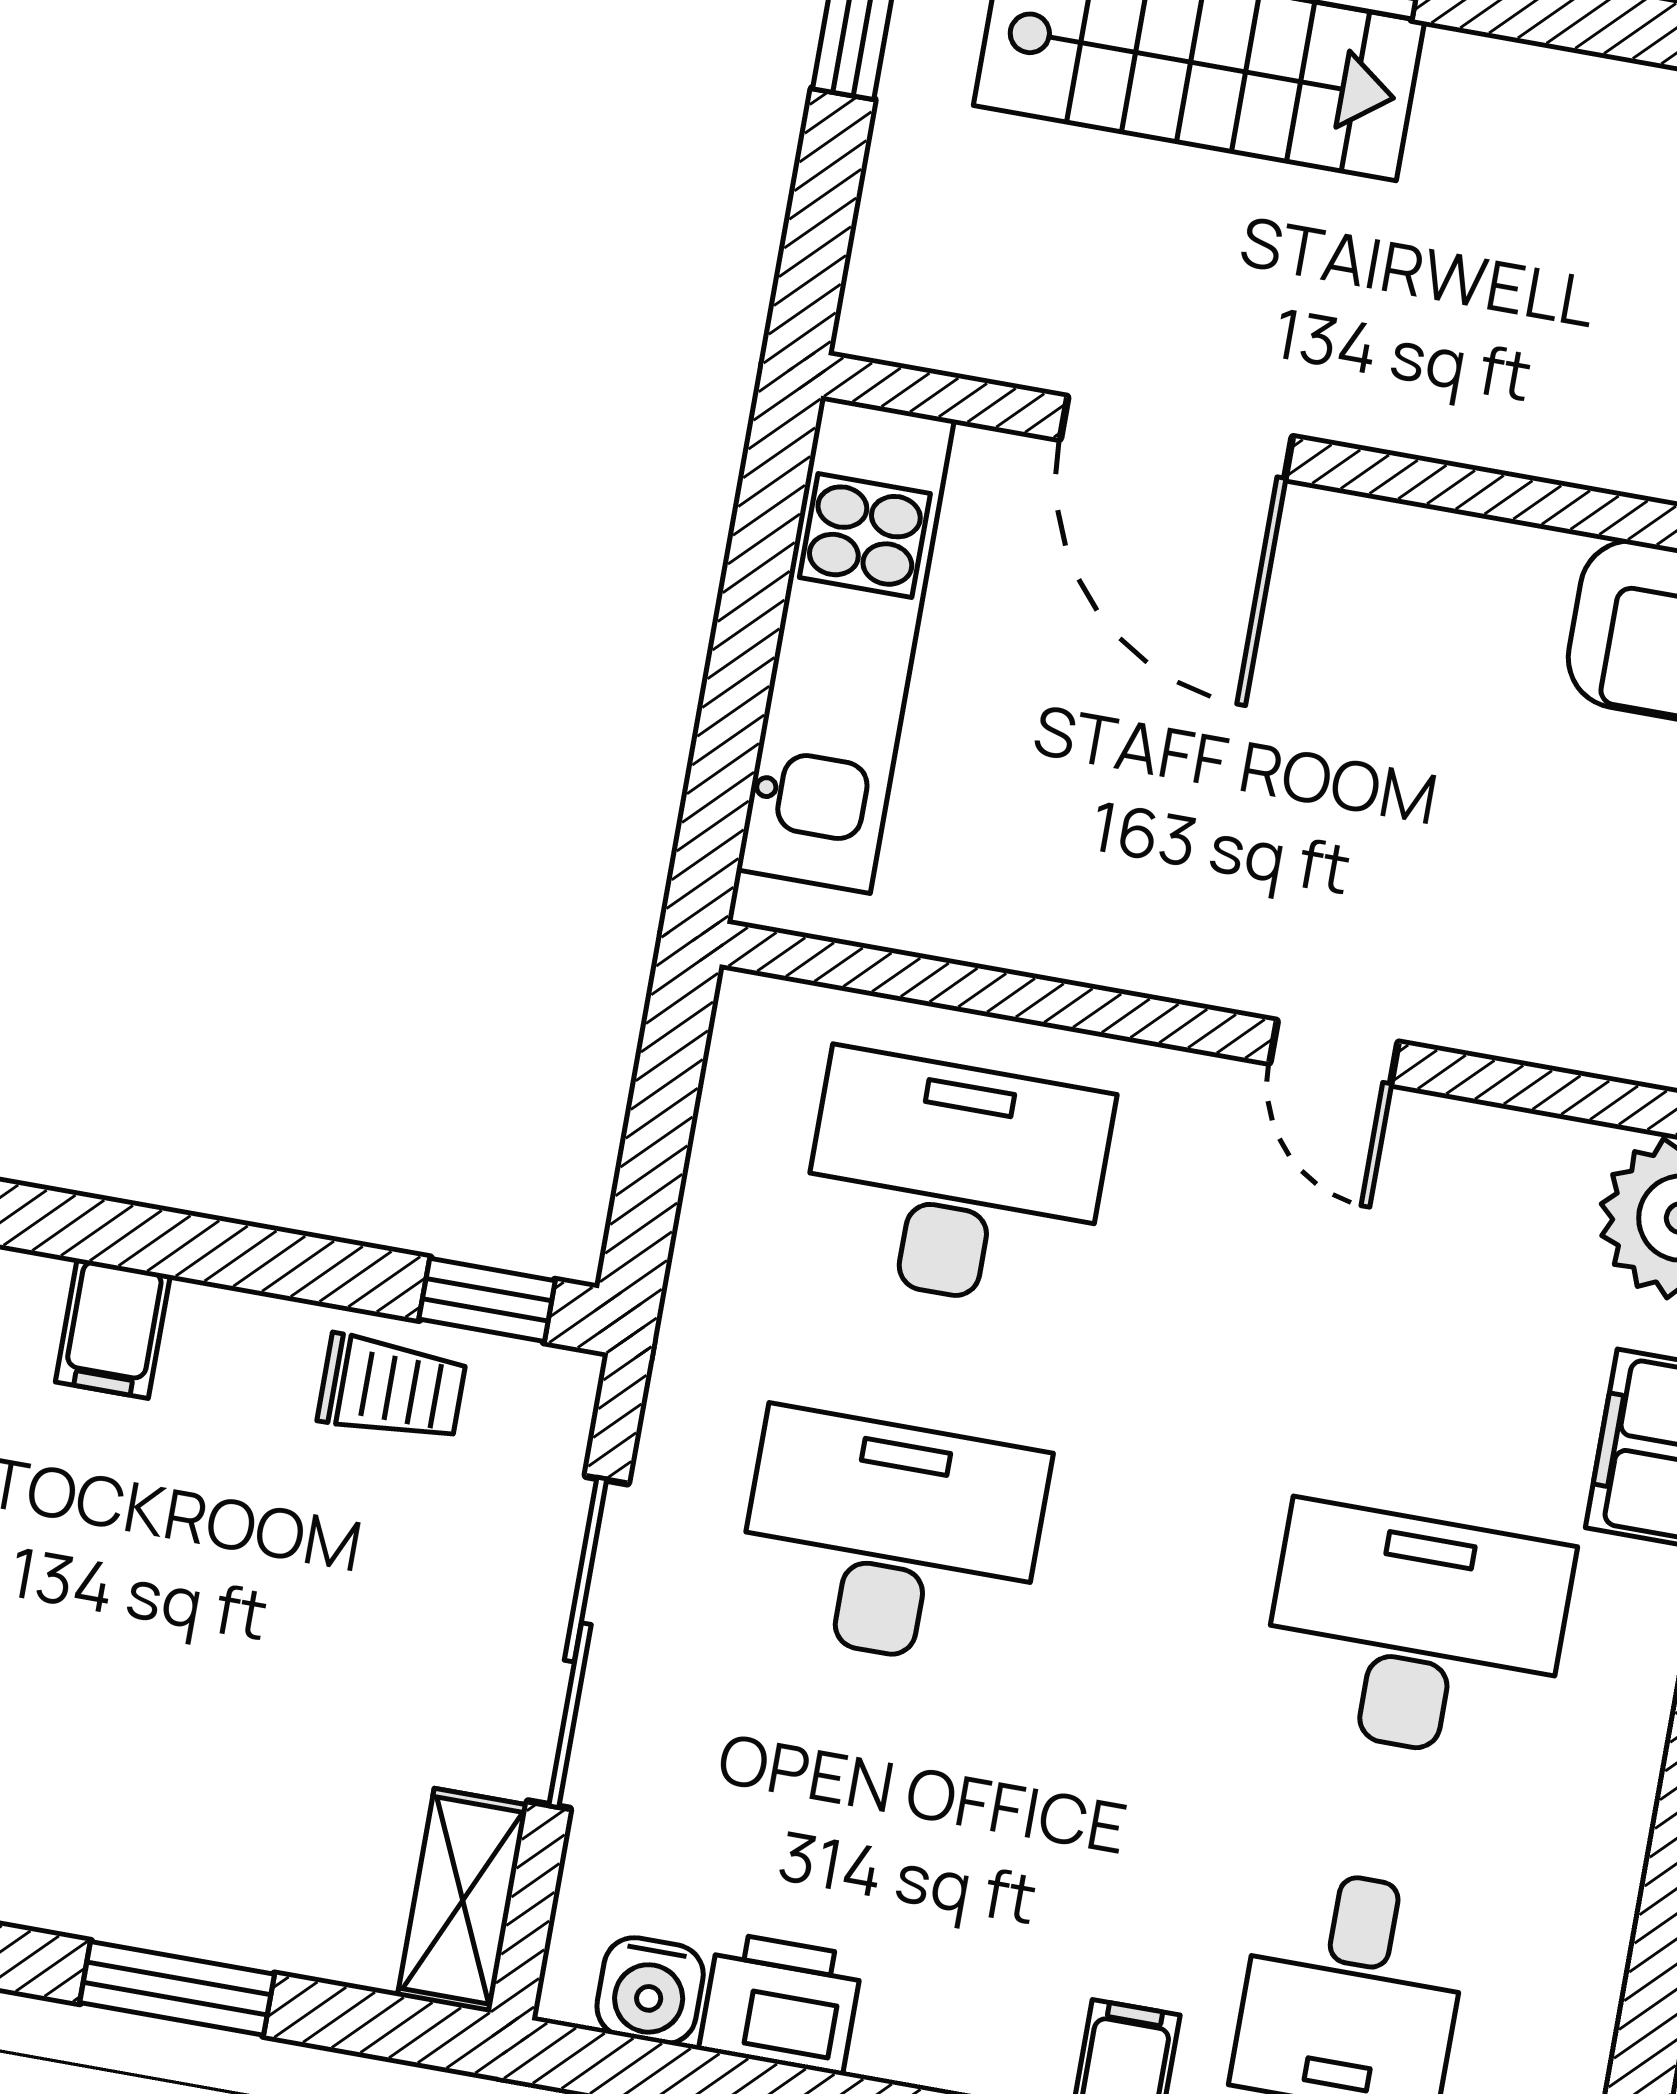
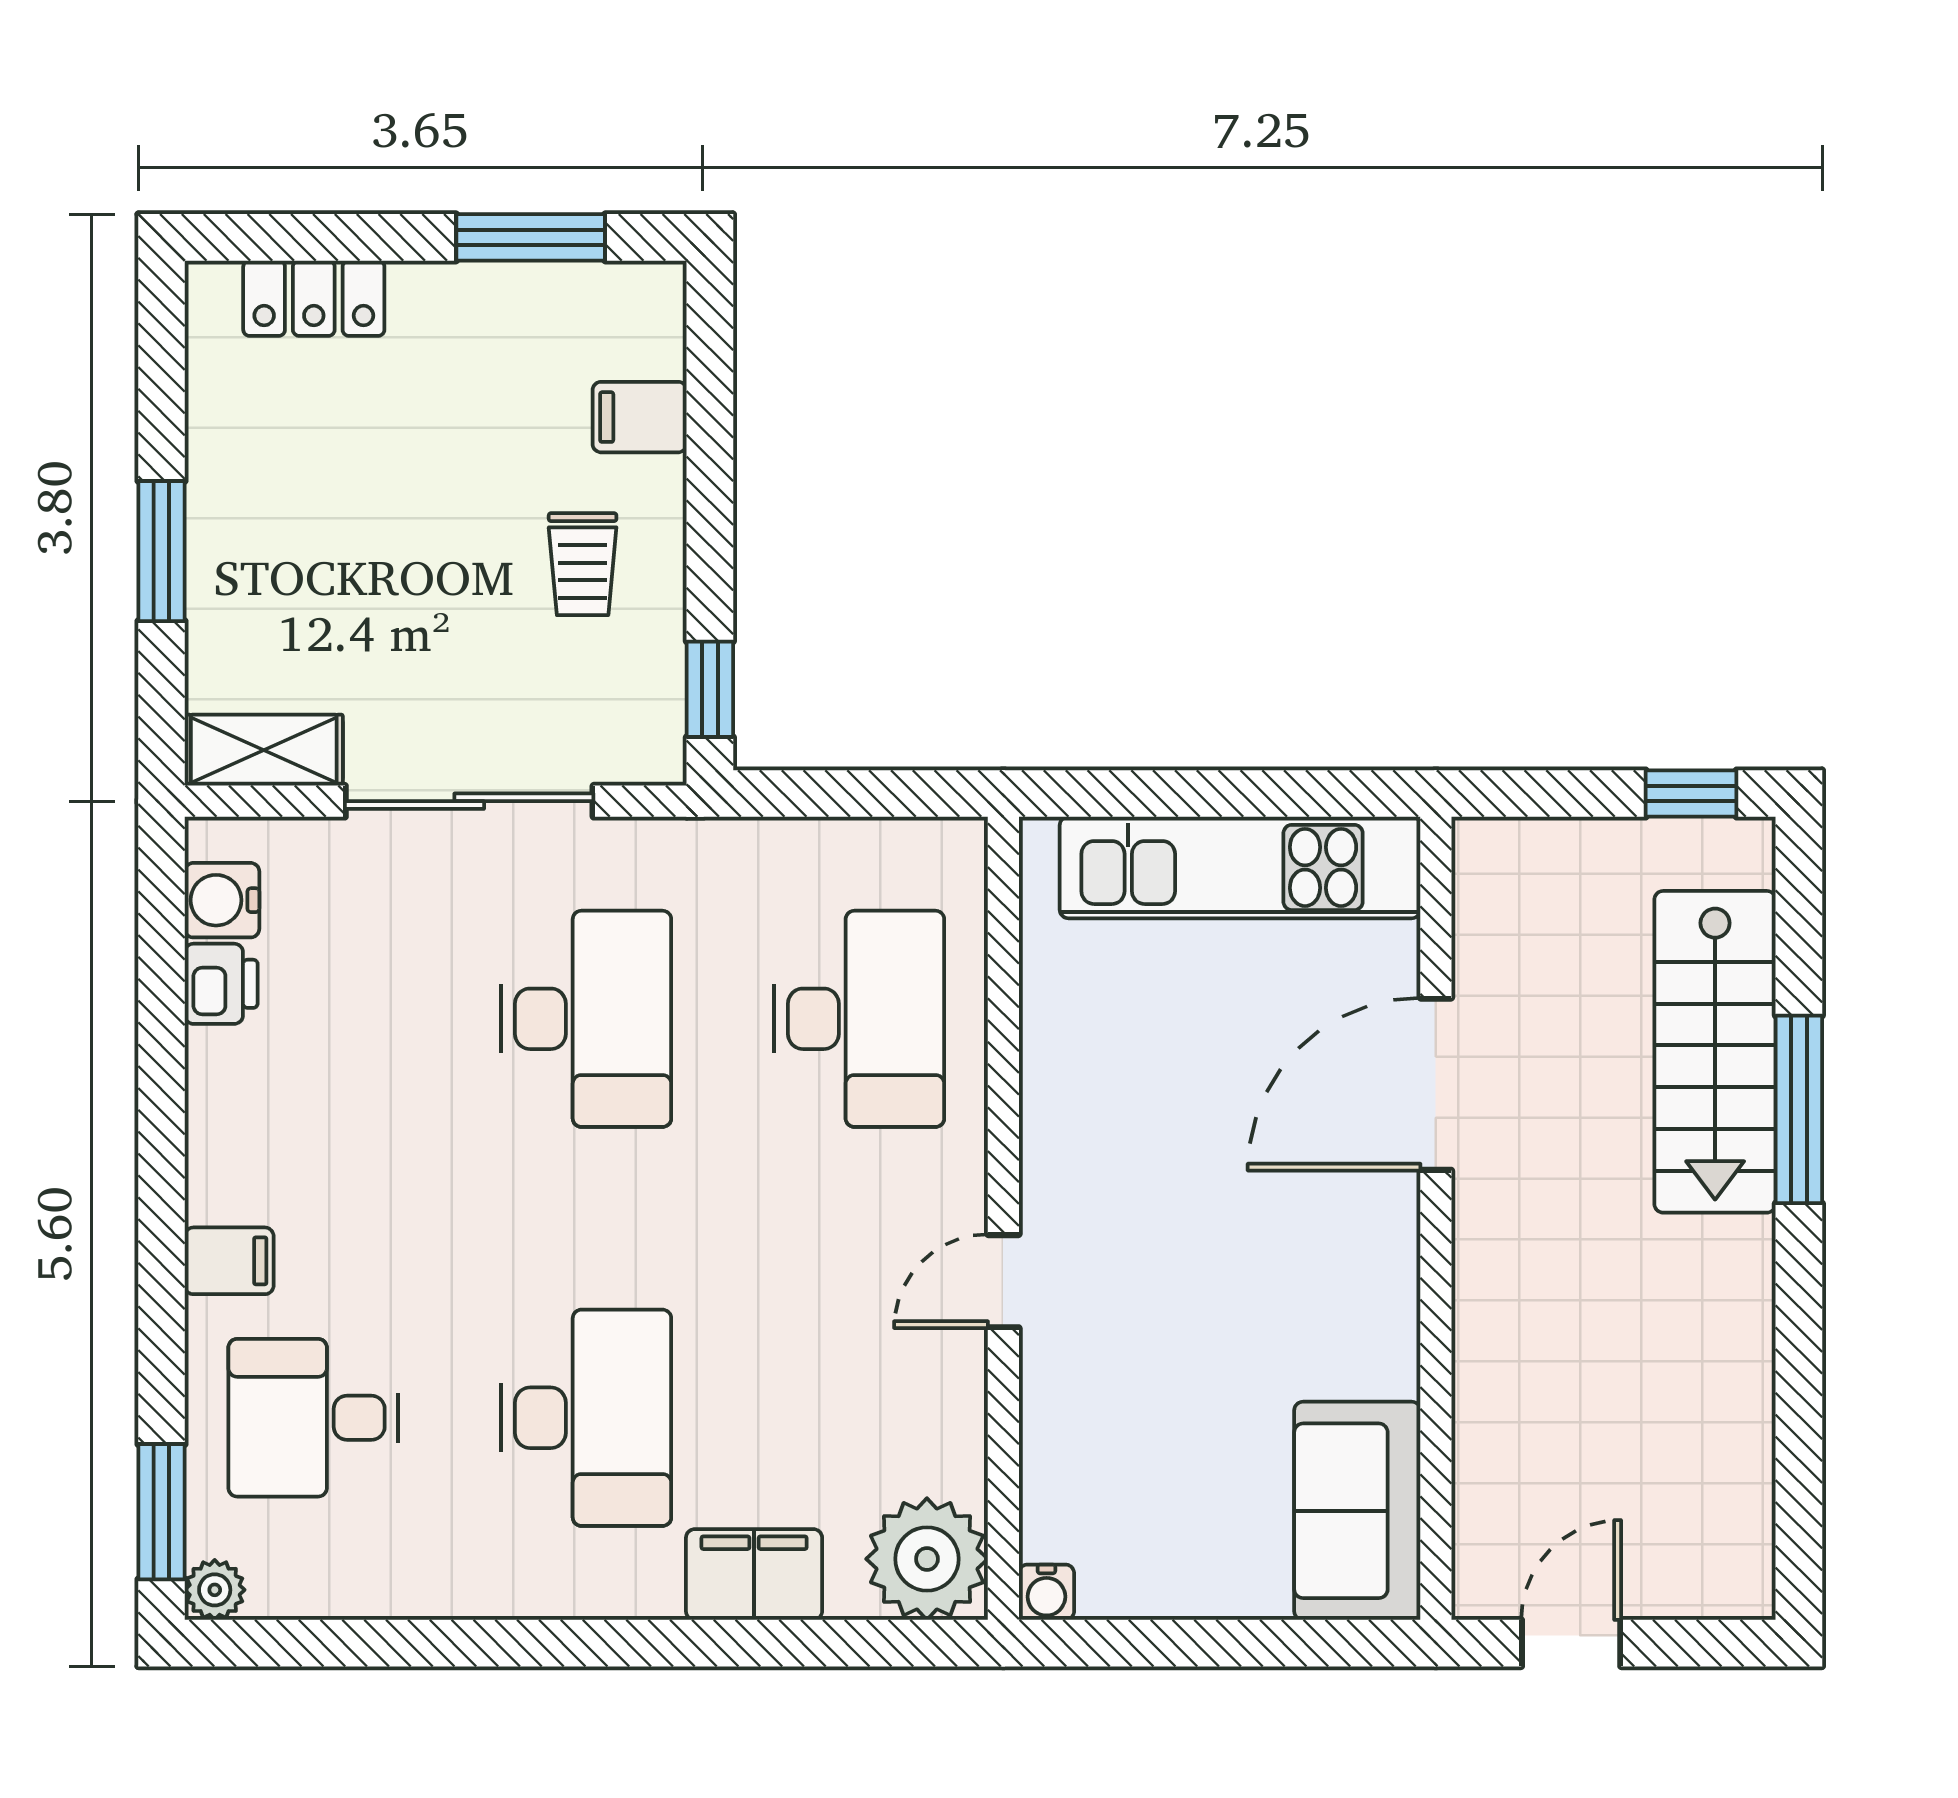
trolley: (392, 1388) -> (583, 564), moved
printer: (781, 2003) -> (221, 984), width x0.73, depth x0.81

